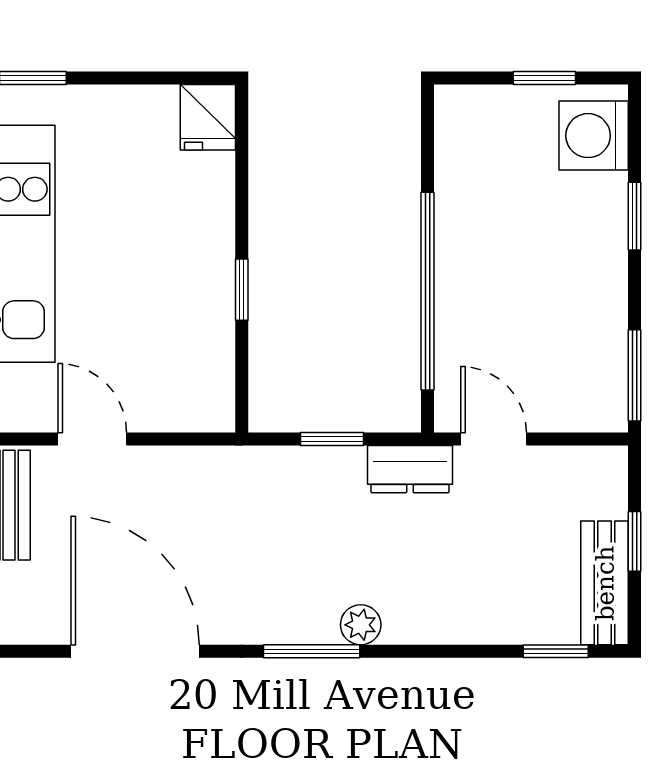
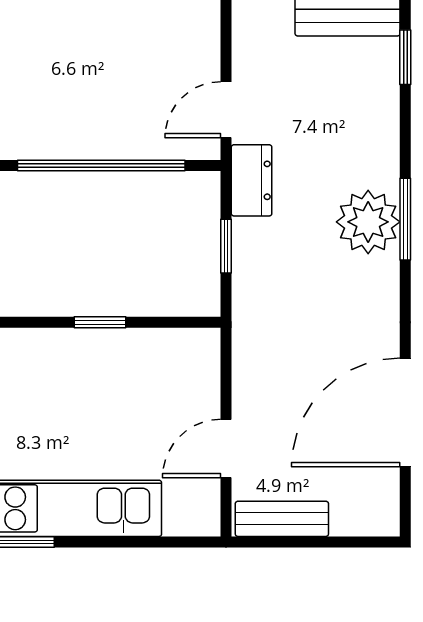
plant: (361, 625) -> (368, 222), width x1.88, depth x1.88
window: (312, 651) -> (405, 219), moved

